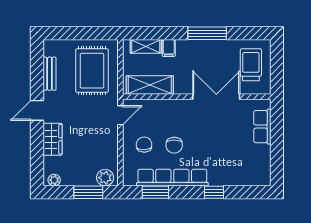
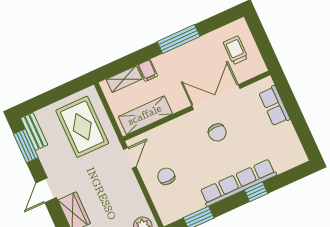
window: (37, 65) -> (26, 146), added
trolley: (251, 65) -> (236, 50), width x0.73, depth x0.72
bench: (50, 74) -> (34, 131), moved
chair: (174, 145) -> (217, 132), moved
row of seats: (172, 178) -> (238, 183), moved

